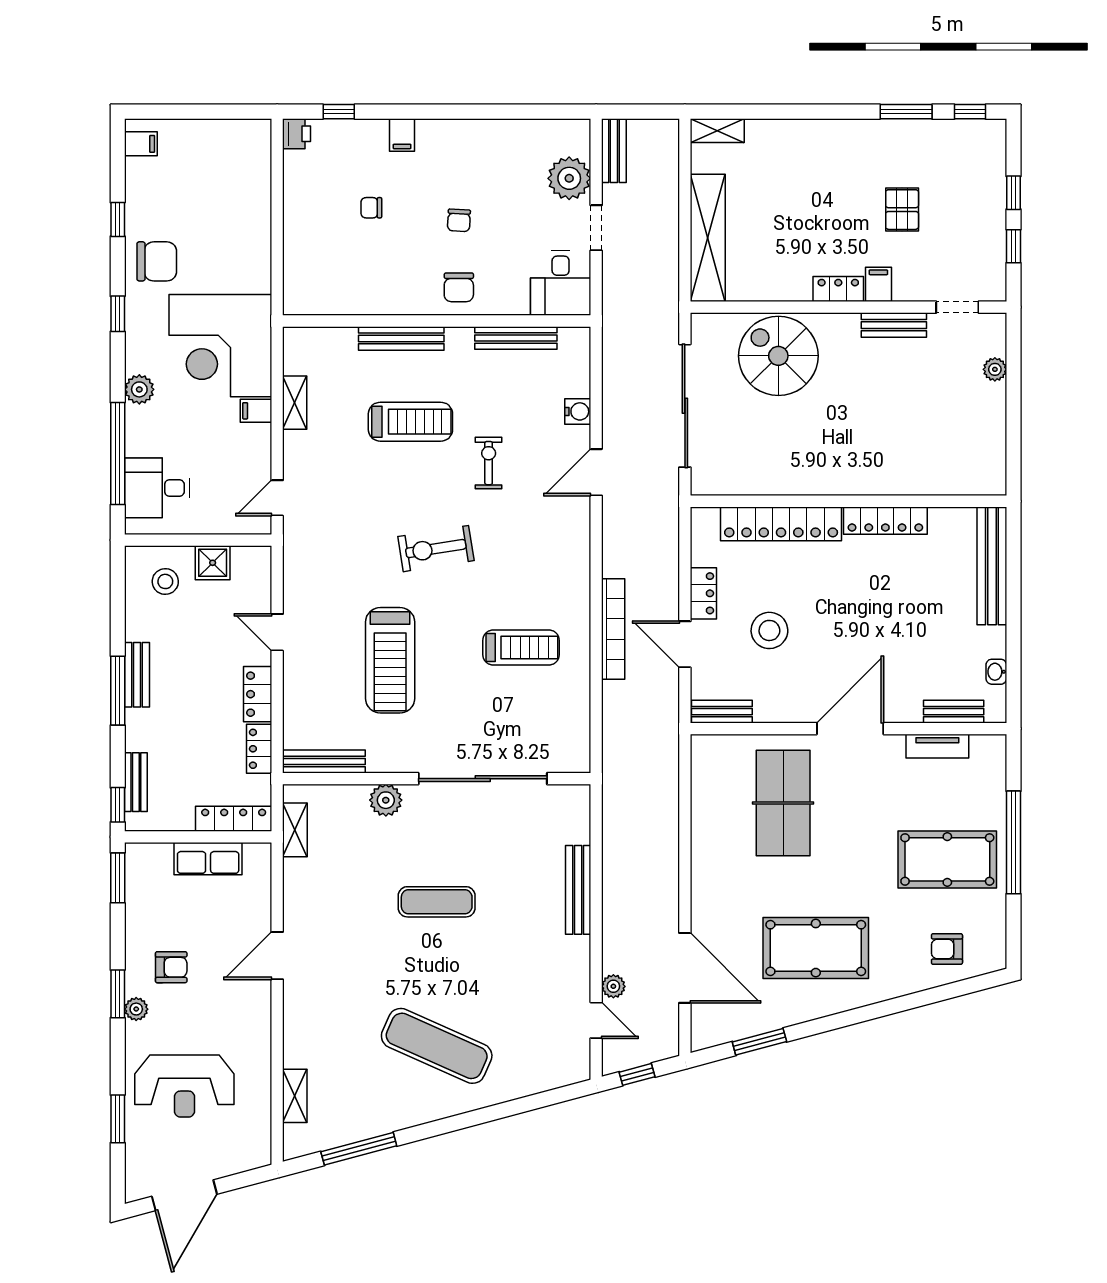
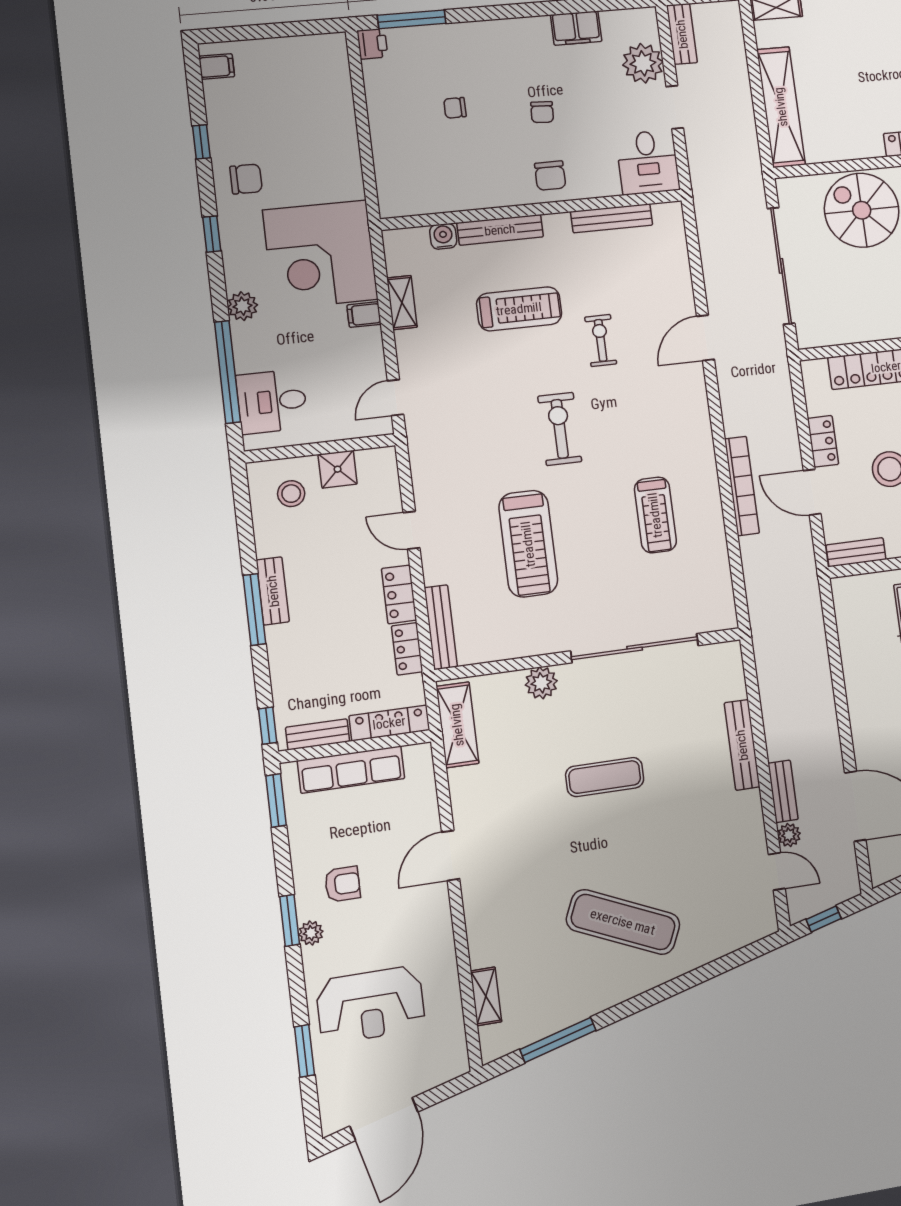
window: (339, 112) -> (412, 19), width x2.17
filing cabinet: (402, 135) -> (576, 28), moved, width x2.00
chair: (157, 261) -> (246, 179), width x0.73, depth x0.73
water cooler: (578, 411) -> (443, 236), moved, turned -90
exercise bike: (436, 549) -> (560, 429), turned 99
treadmill: (521, 648) -> (655, 515), turned 90
bench: (324, 762) -> (441, 627), moved, turned 90
bench: (136, 782) -> (318, 734), moved, turned 90
shelving: (295, 830) -> (457, 725), width x1.50, depth x1.33
row of seats: (208, 859) -> (351, 770), width x1.48
bench: (613, 942) -> (783, 791), added

